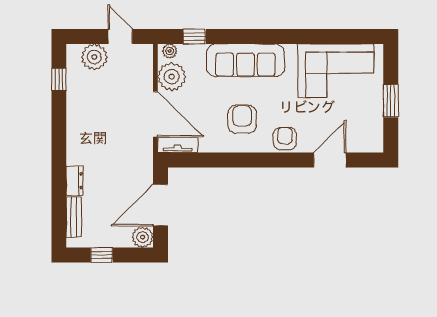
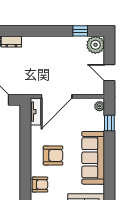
door: (120, 36) -> (109, 73), swing flipped
plant: (94, 57) -> (95, 45), moved
plant: (172, 77) -> (82, 108), removed

